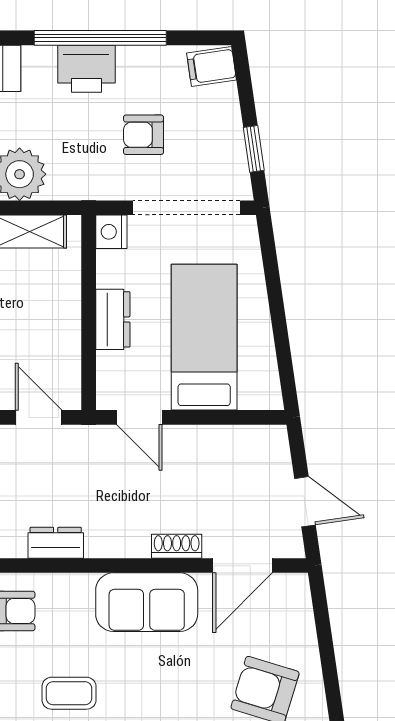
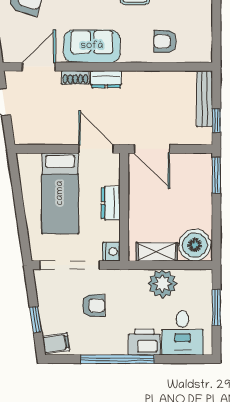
printer: (86, 69) -> (144, 342), moved
window: (254, 149) -> (36, 319), moved
door: (38, 417) -> (152, 149), width x1.38
door: (139, 417) -> (96, 149), width x1.38
dresser: (56, 543) -> (106, 79), moved

